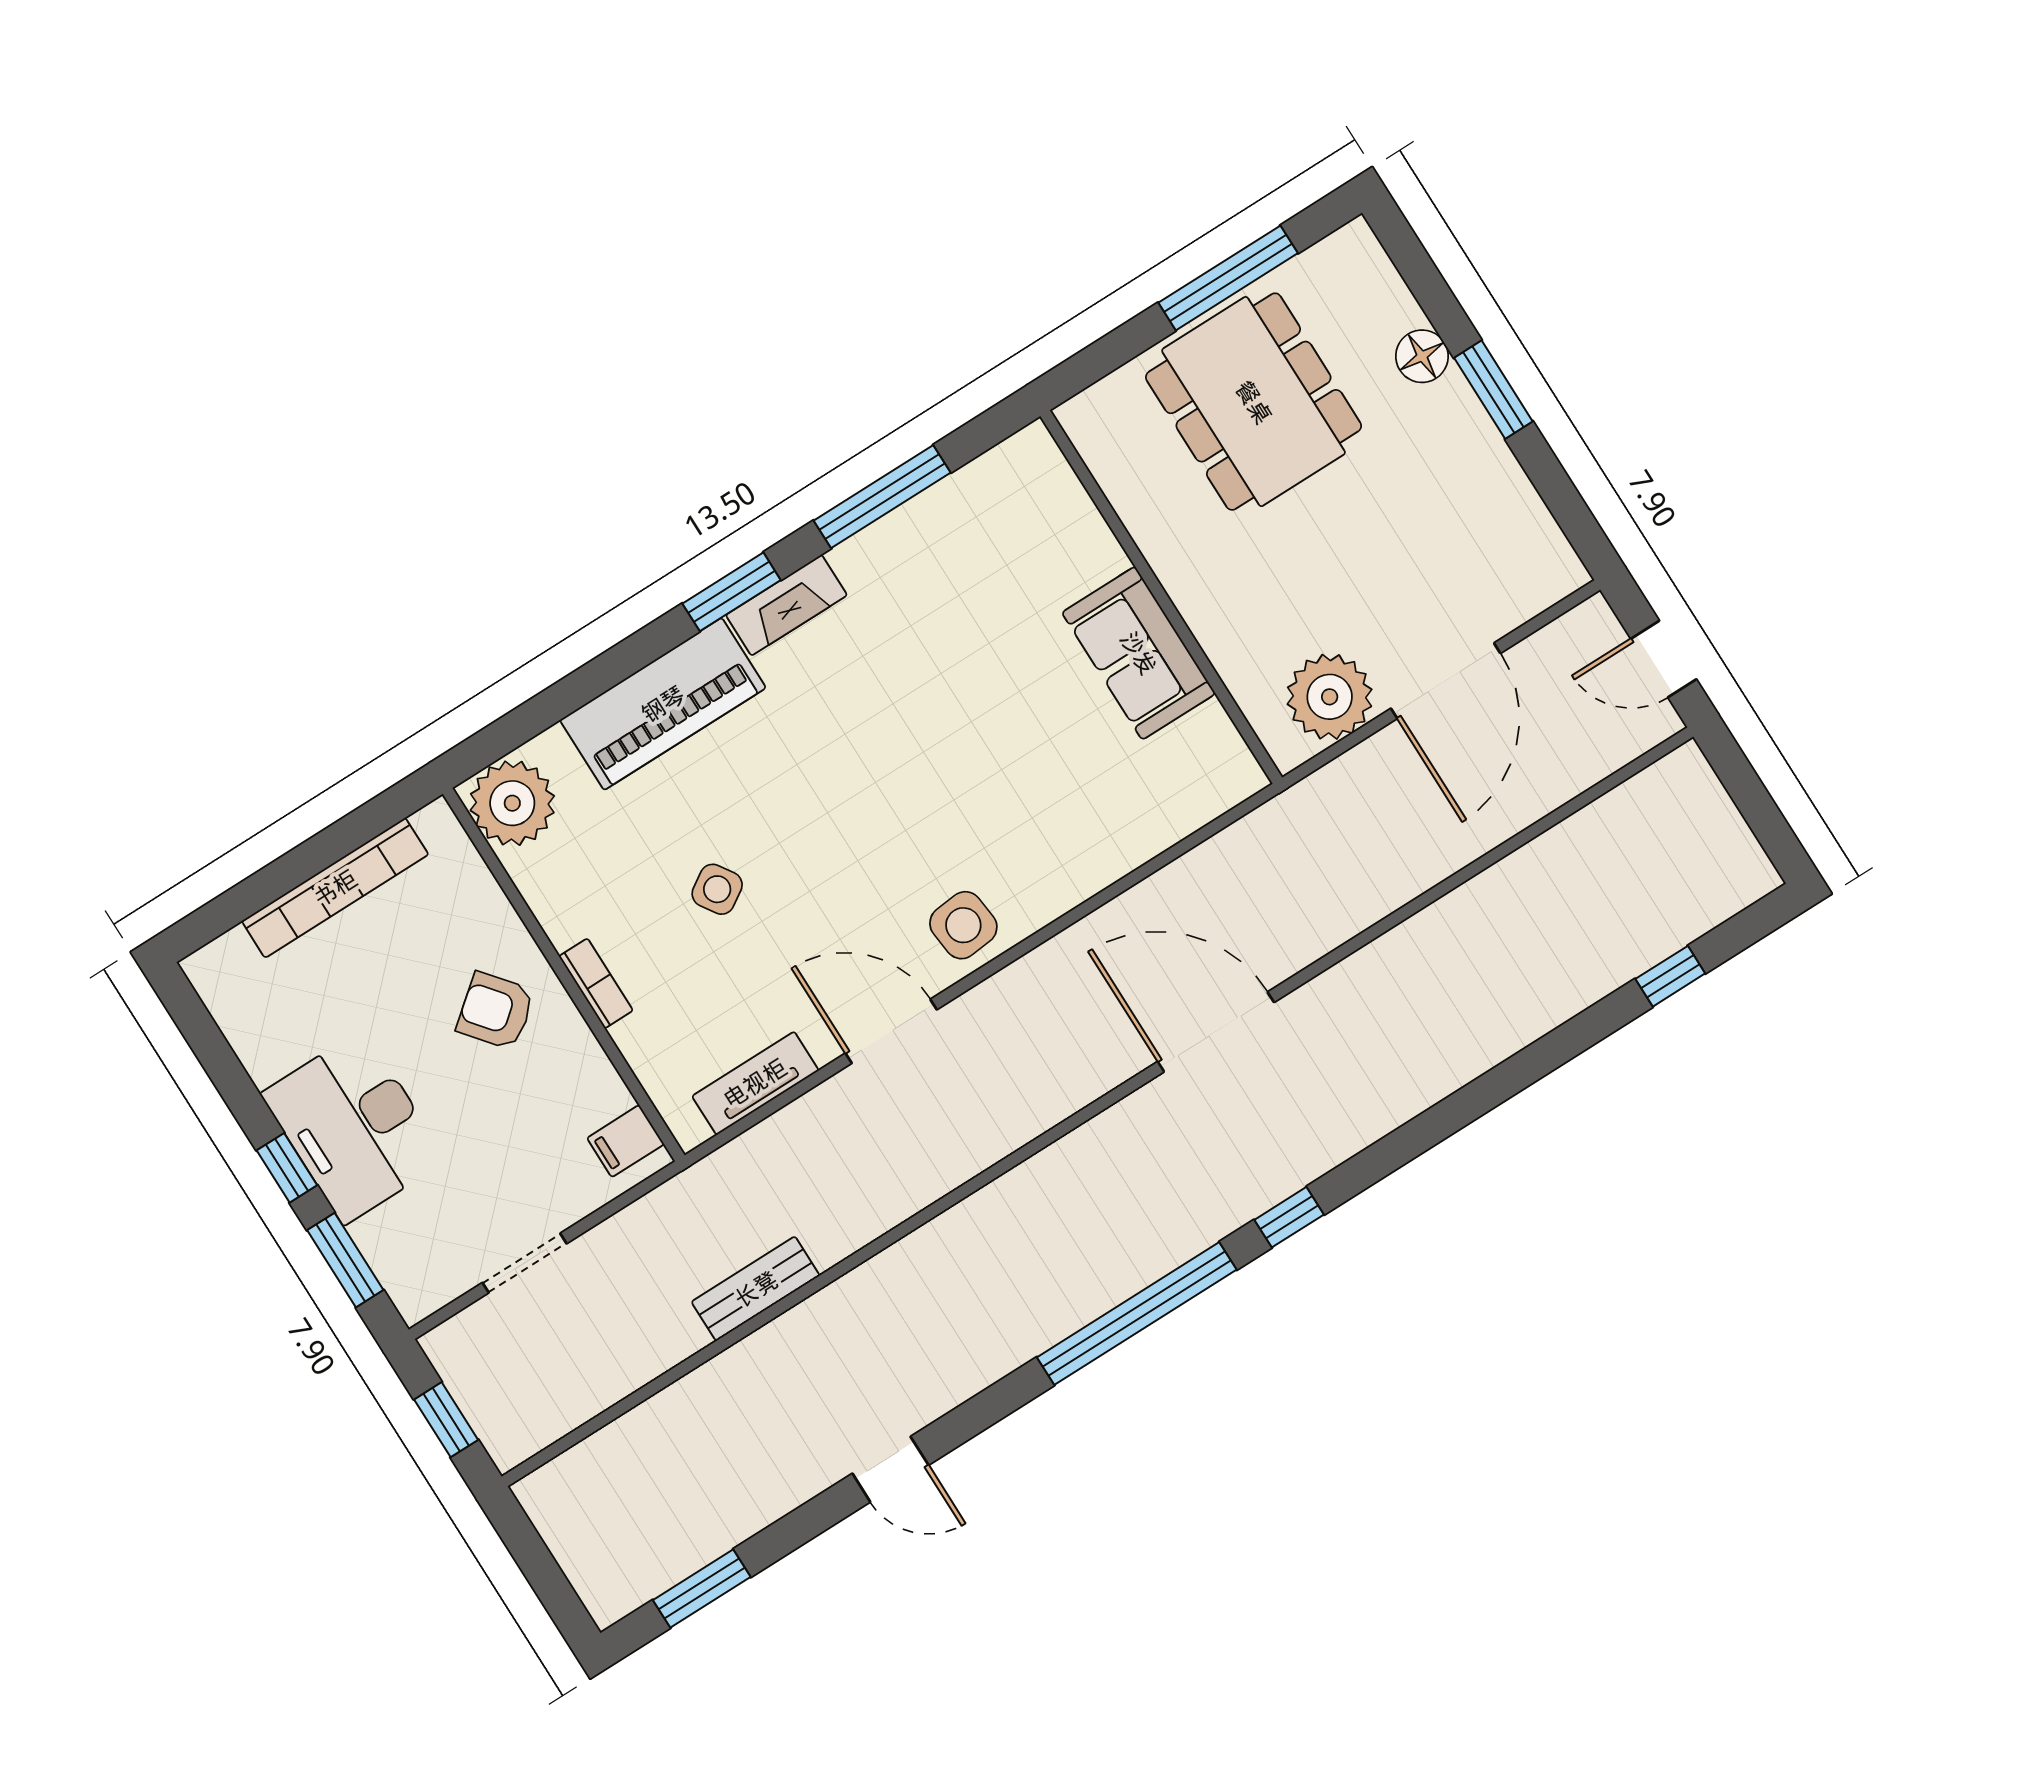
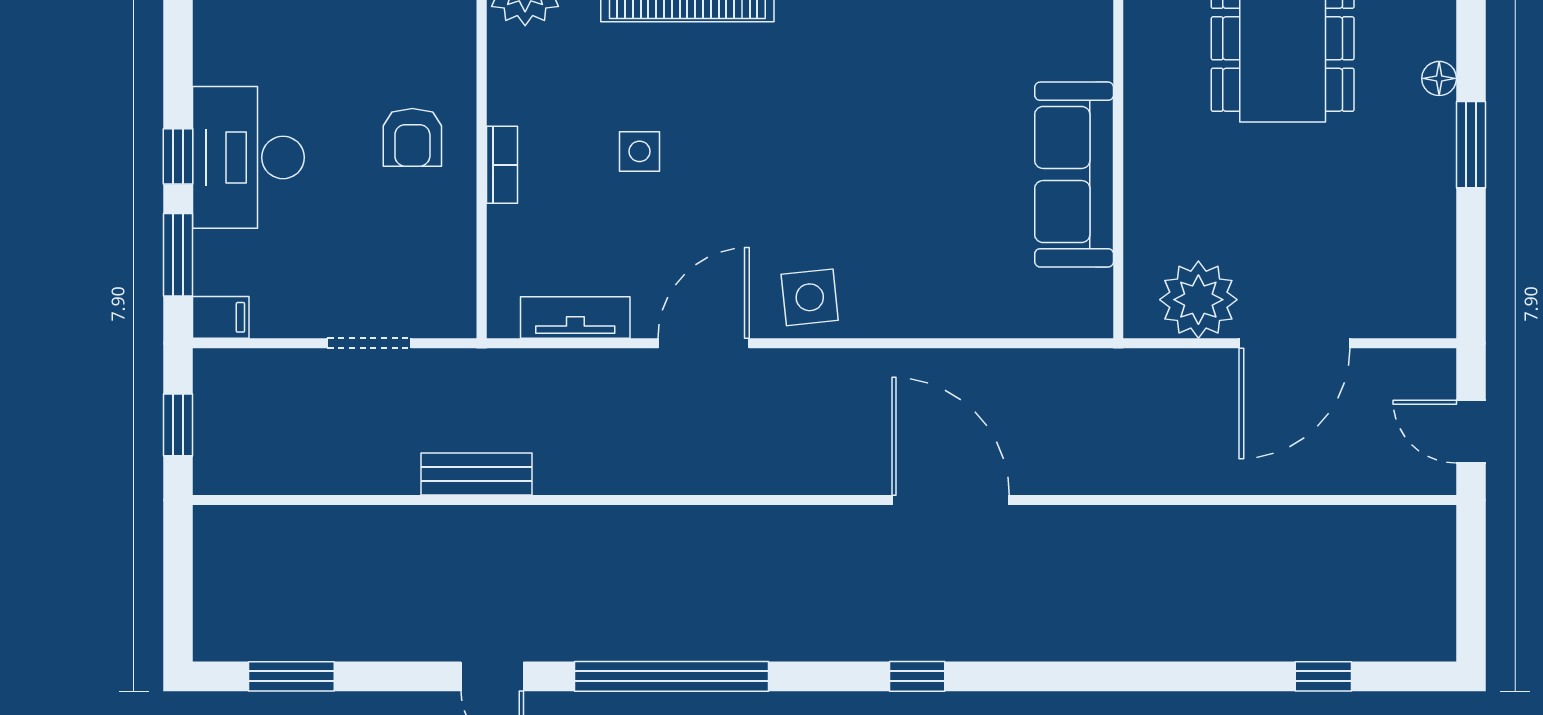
floor lamp: (1422, 356) -> (1439, 78), width x0.73, depth x0.73
sofa: (1139, 653) -> (1074, 175), width x1.36
side table: (717, 889) -> (640, 151), turned 33
armchair: (496, 1011) -> (412, 137), turned -141
door: (891, 1031) -> (704, 343), hinge flipped
filing cabinet: (626, 1141) -> (221, 317), moved, turned 180
doorway: (525, 1263) -> (369, 343), moved
window: (1137, 1313) -> (672, 676), moved

